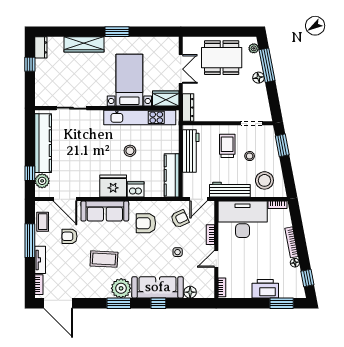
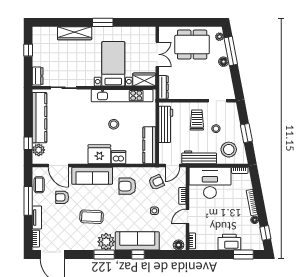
dresser: (41, 47) -> (38, 76), moved
window: (282, 145) -> (246, 133), moved
floor lamp: (190, 292) -> (179, 245), moved

